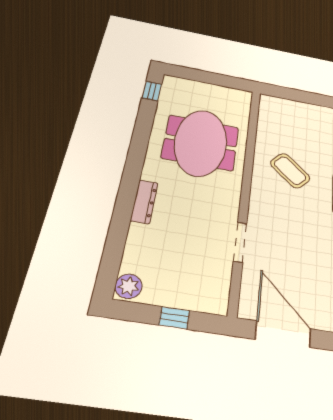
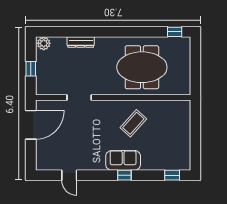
dresser: (144, 202) -> (81, 42), moved

